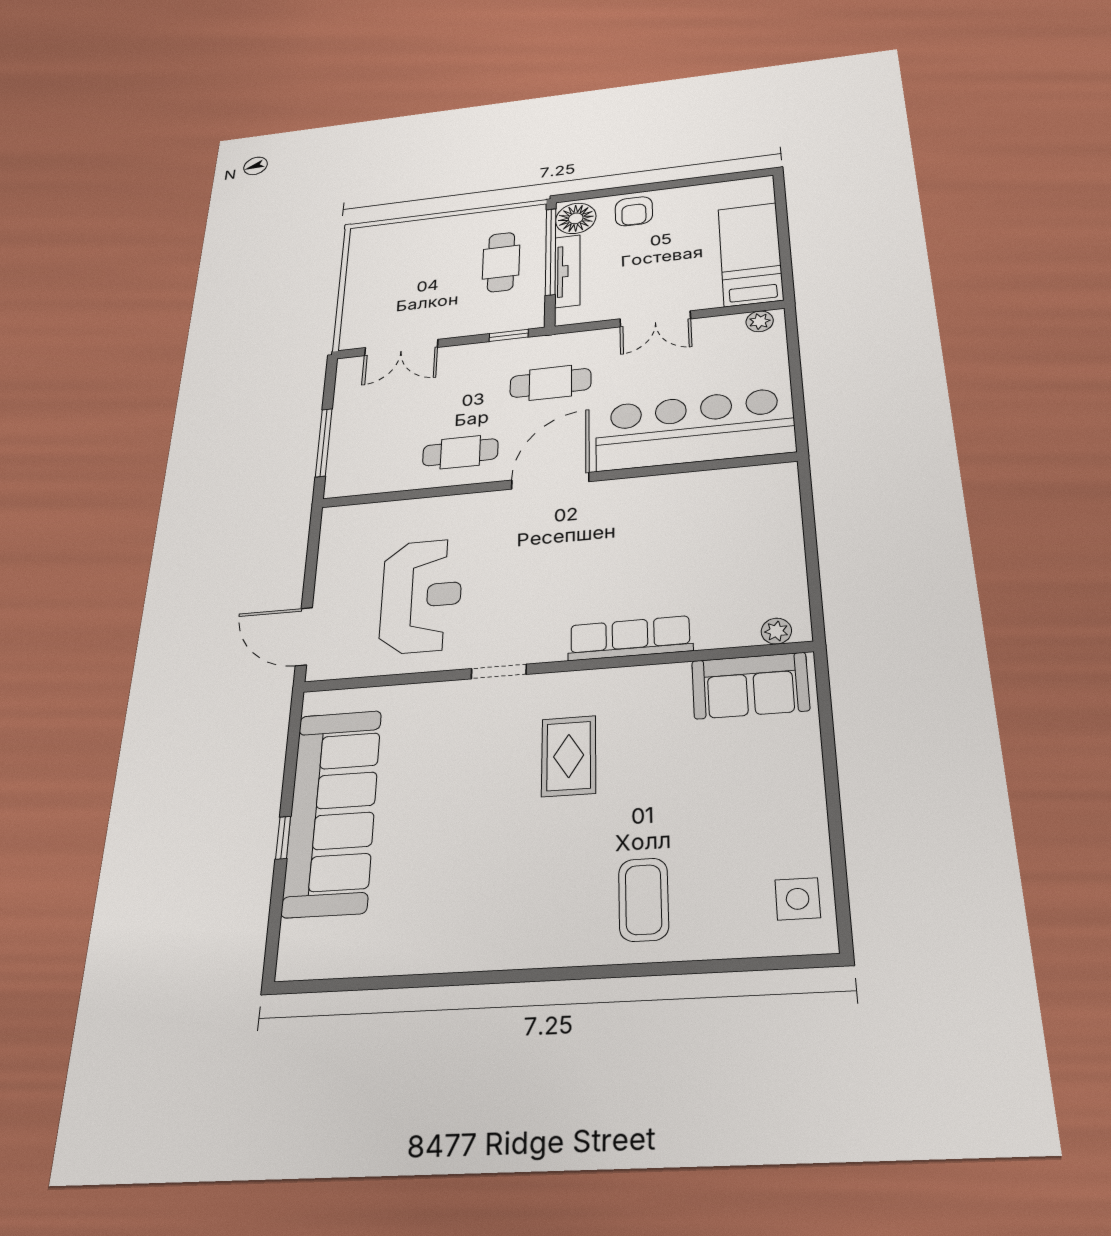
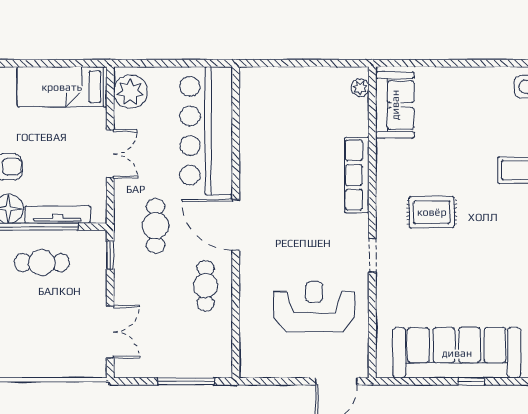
plant: (760, 321) -> (130, 92), width x1.87, depth x1.87

